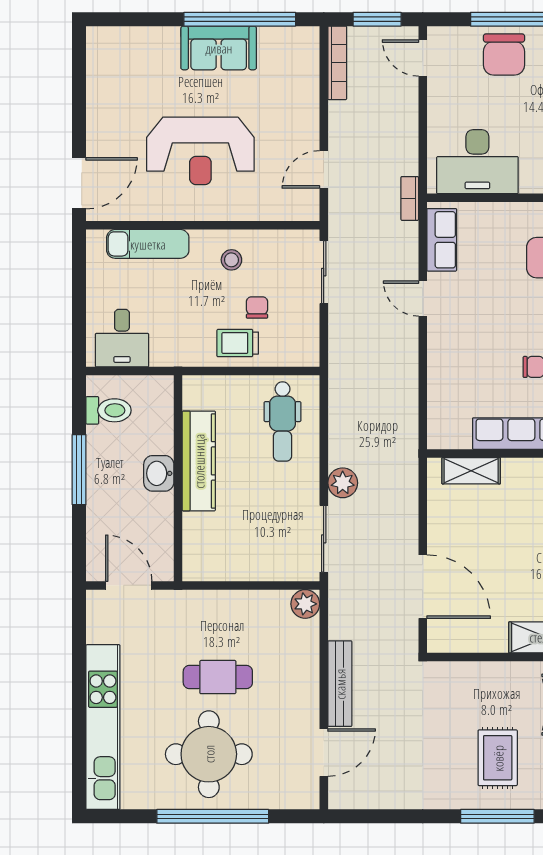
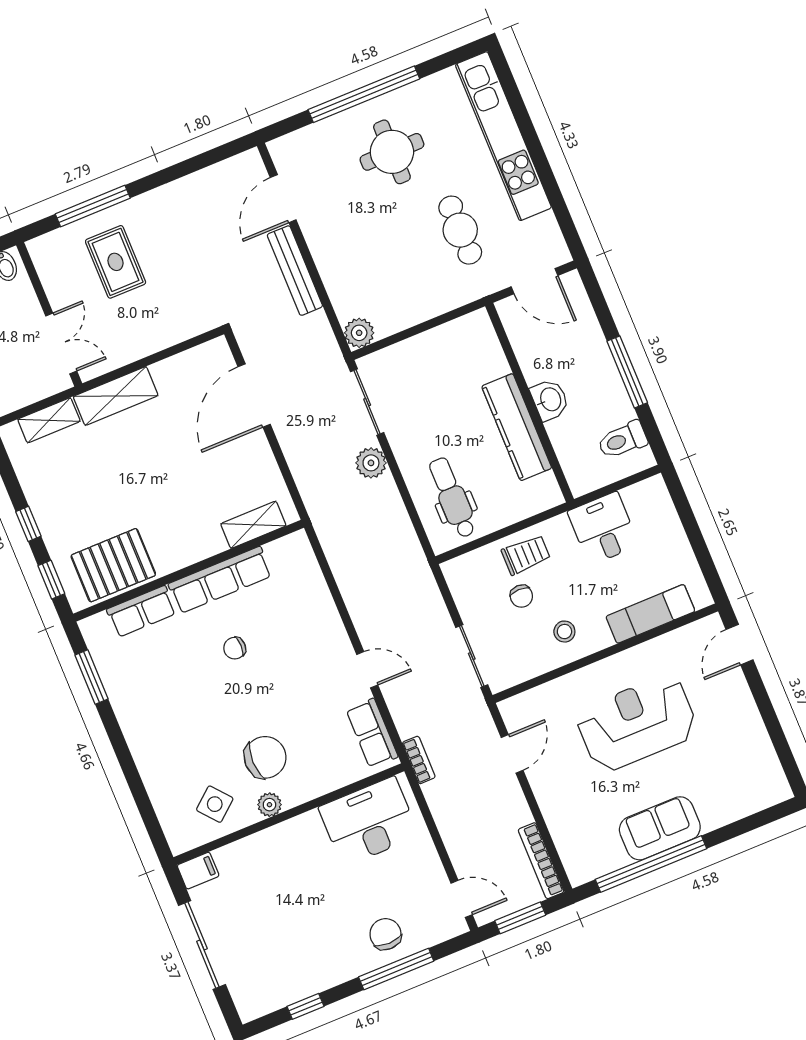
chair: (504, 54) -> (385, 934), width x0.73, depth x0.73
door: (79, 183) -> (740, 645), width x0.73
desk: (122, 338) -> (603, 528), moved
door: (423, 587) -> (254, 395), hinge flipped
cafe table: (218, 677) -> (460, 230), moved, turned 90
round table: (209, 754) -> (392, 152), width x0.73, depth x0.73

